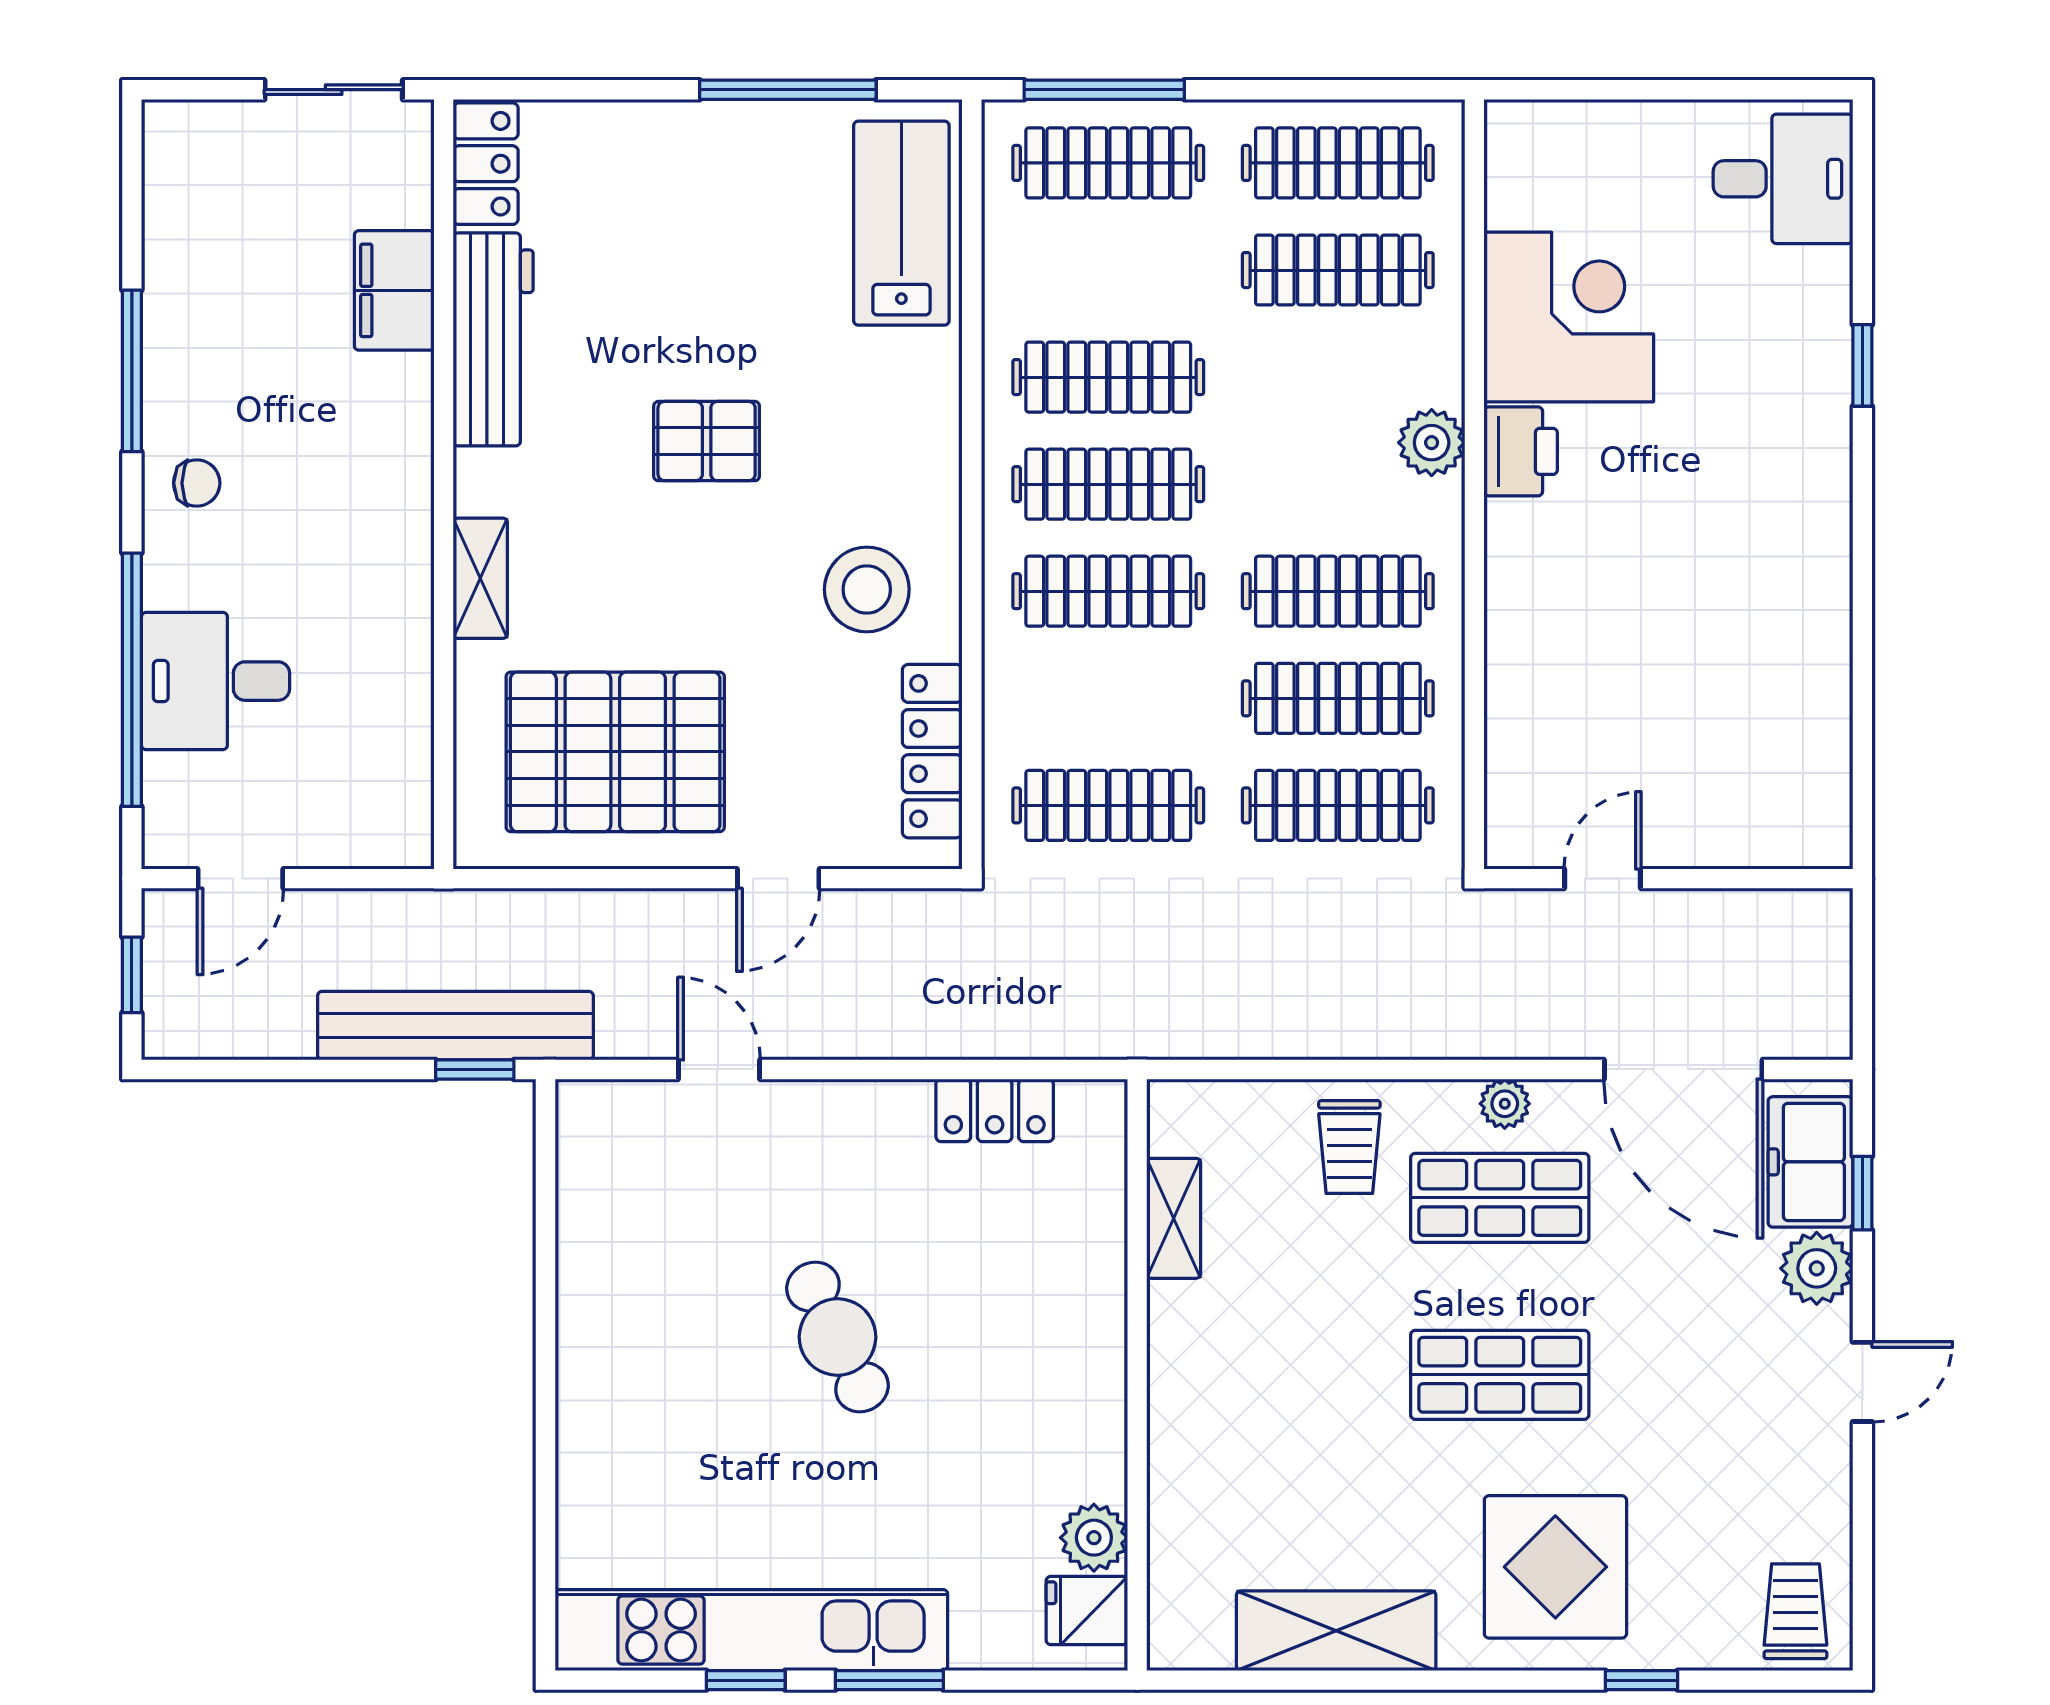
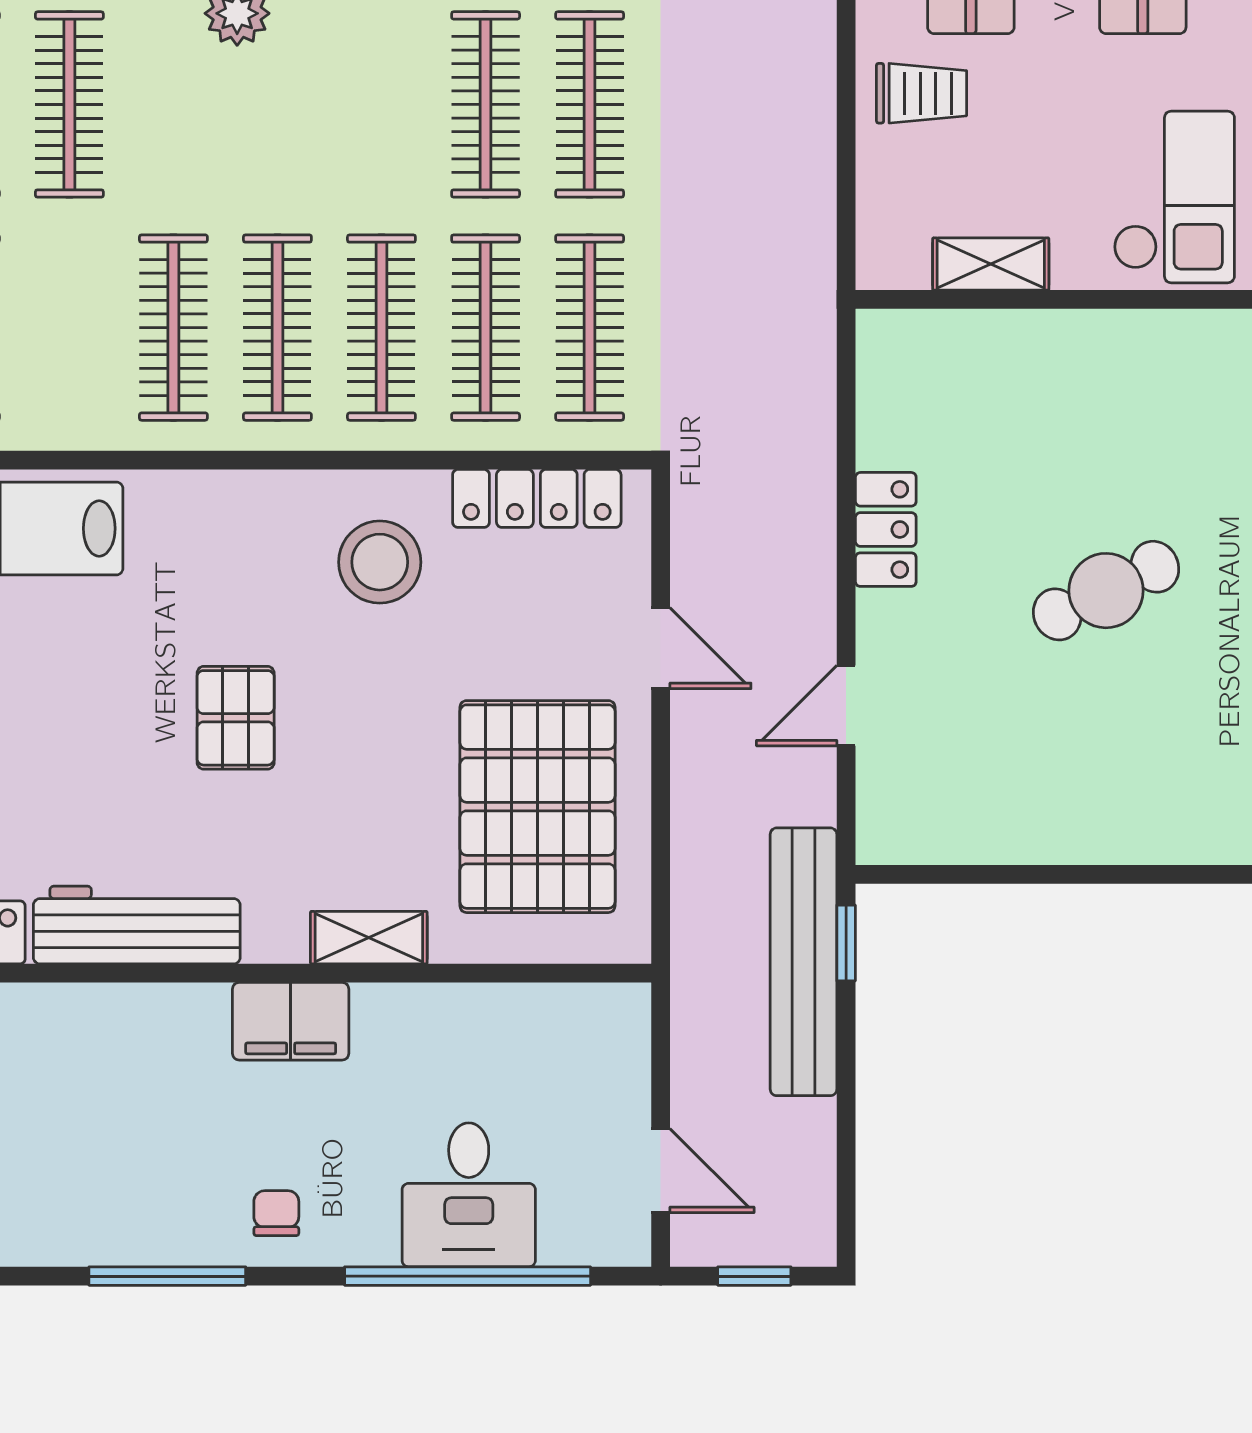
filing cabinet: (394, 290) -> (291, 1021), moved
clothes rail: (1338, 591) -> (486, 328), moved
locker: (995, 1110) -> (886, 529), moved
checkout: (1243, 1407) -> (1174, 197), added

